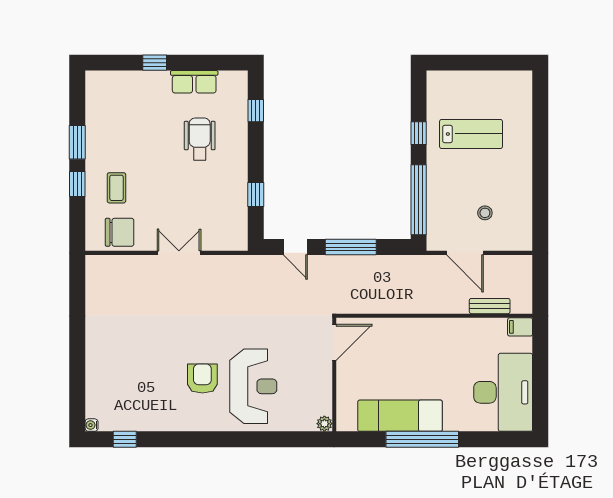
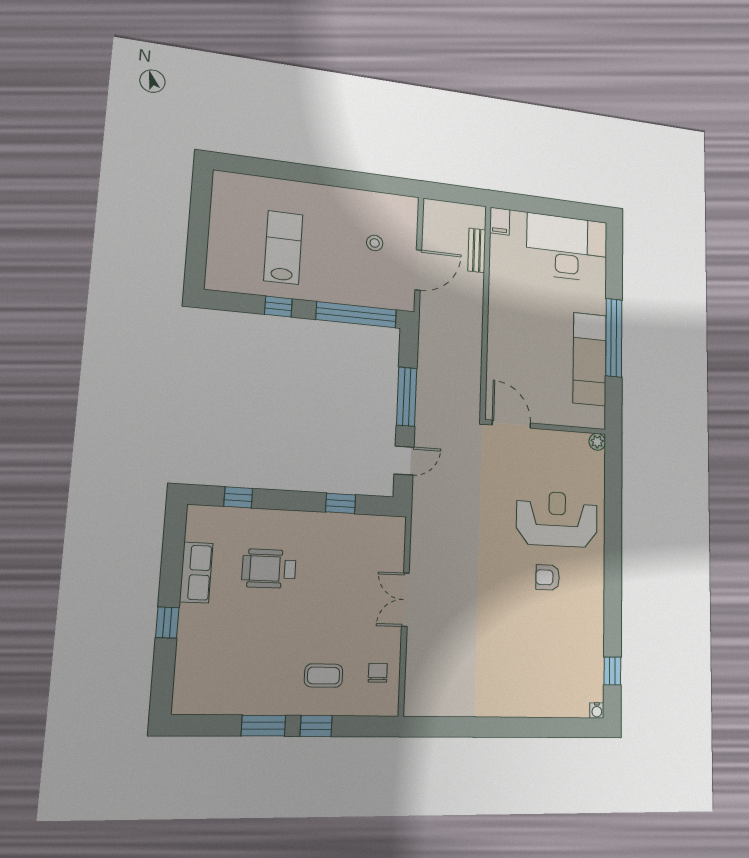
chair: (120, 232) -> (378, 673), width x0.54, depth x0.54
armchair: (202, 378) -> (548, 577), width x0.72, depth x0.72

